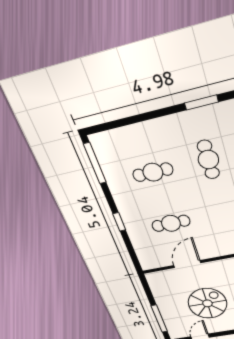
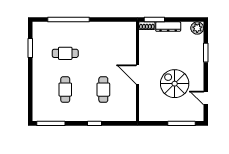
door: (187, 264) -> (137, 75), moved

